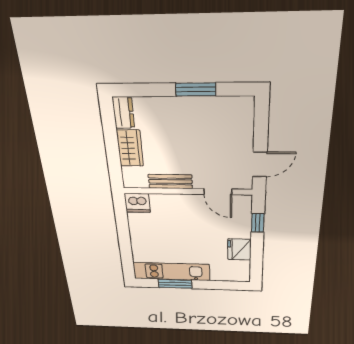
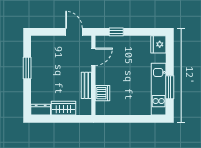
dishwasher: (137, 203) -> (102, 93), moved
fridge: (239, 249) -> (158, 44), moved, turned 90

